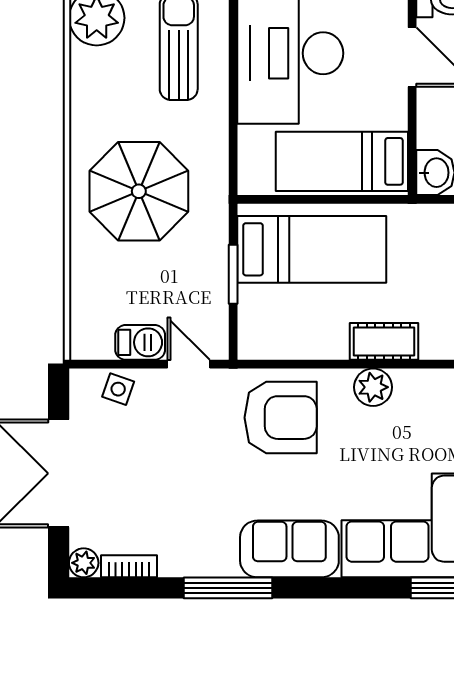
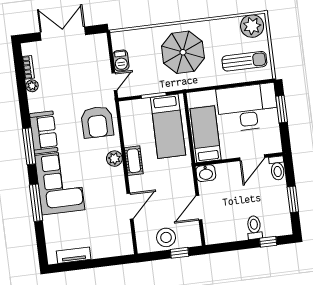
side table: (118, 389) -> (101, 54), removed
plant: (84, 563) -> (32, 86), moved
window: (228, 588) -> (29, 146), moved

